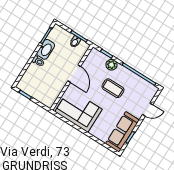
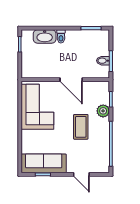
washbasin: (46, 49) -> (45, 36), moved
door: (74, 74) -> (71, 80), hinge flipped

